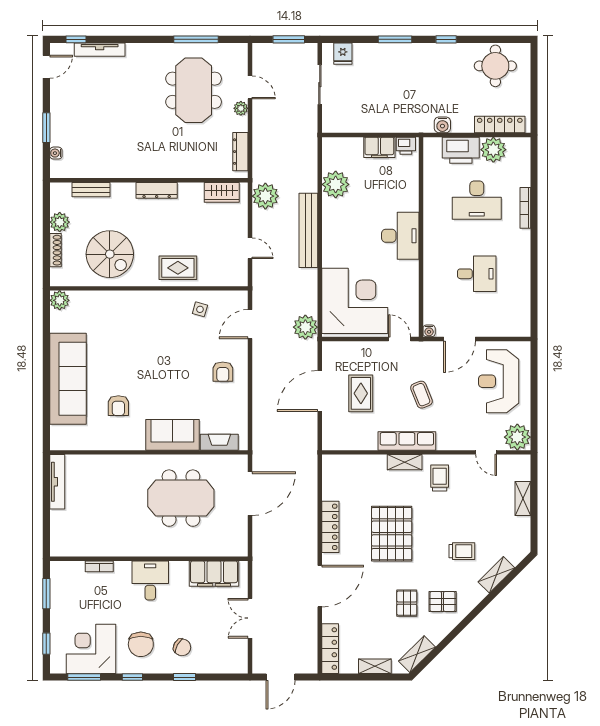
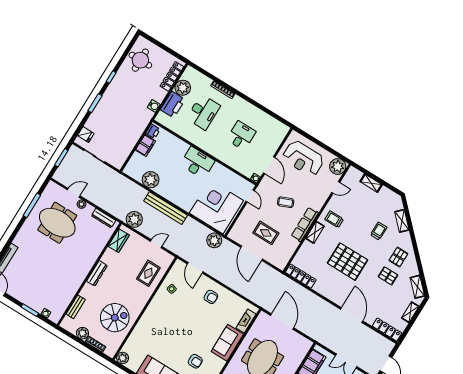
rug: (178, 268) -> (148, 273), moved
door: (400, 339) -> (250, 196), swing flipped
locker: (330, 527) -> (301, 276), moved

